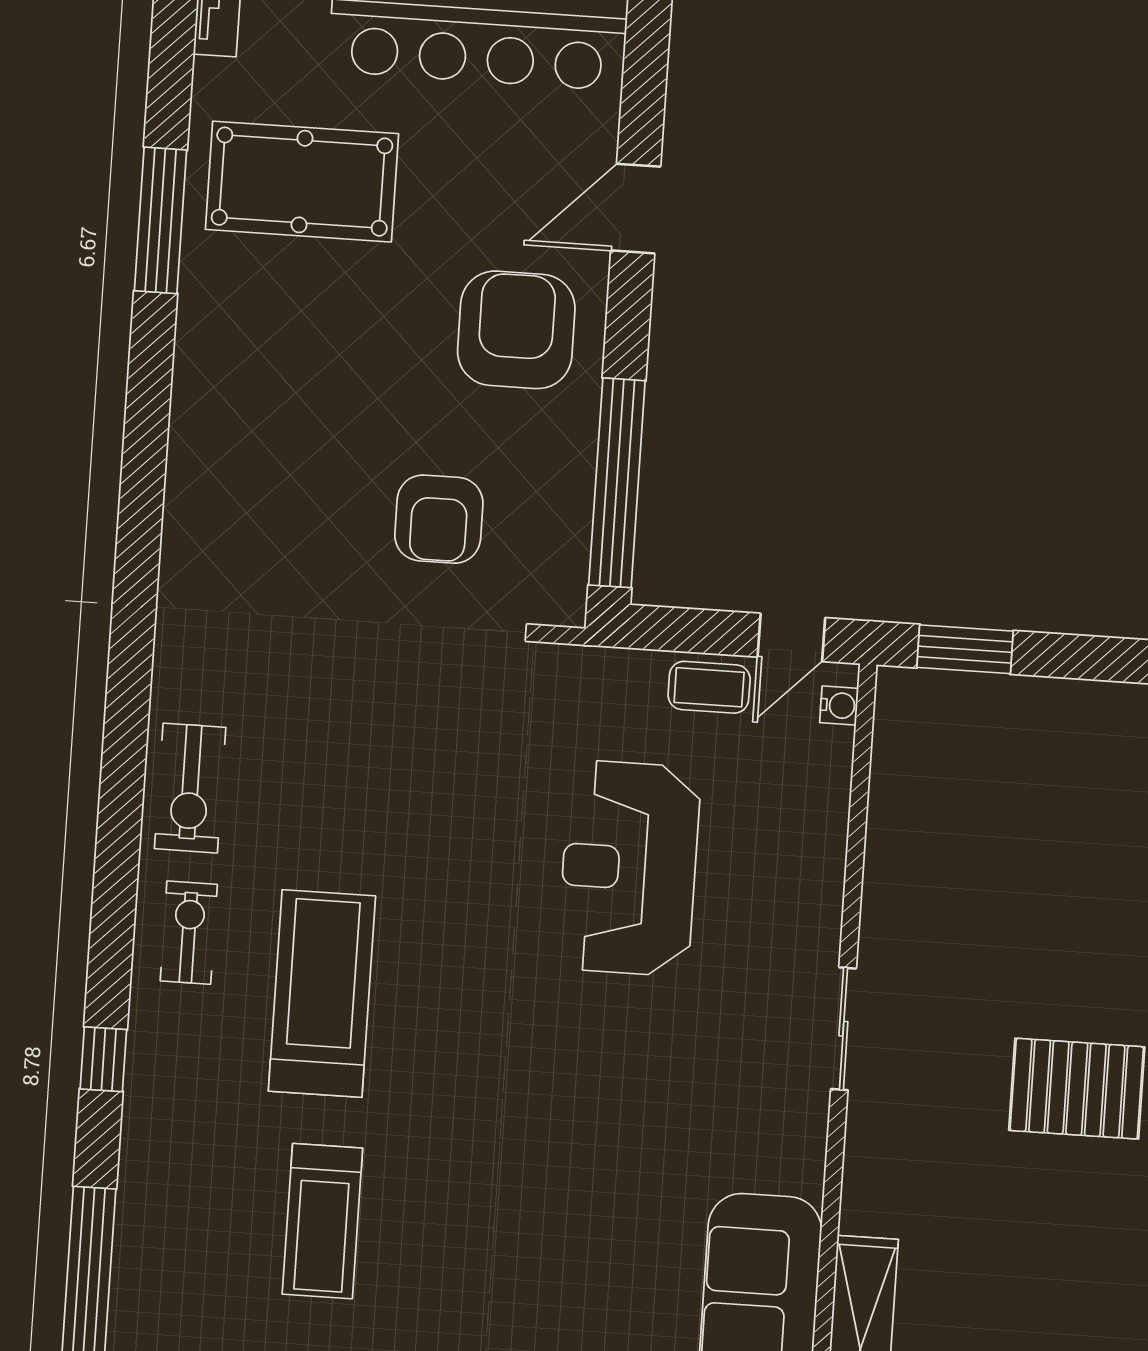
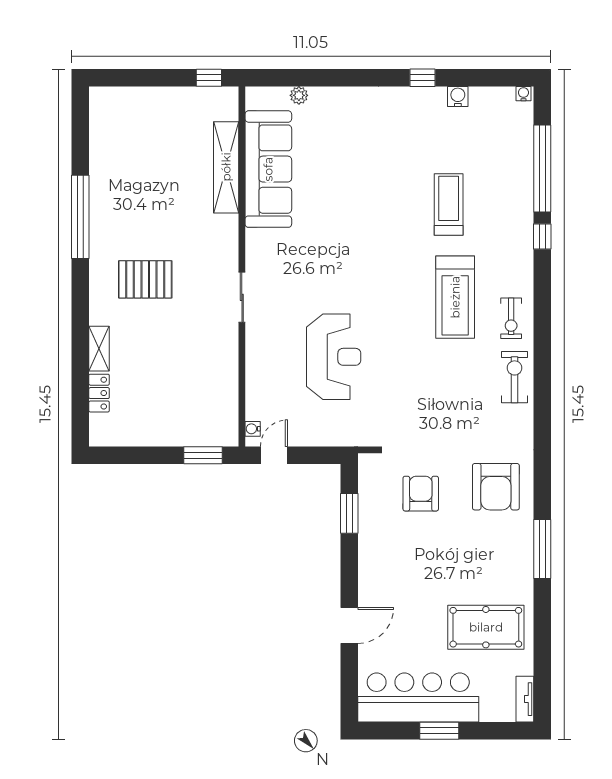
window: (161, 220) -> (542, 549), moved
armchair: (516, 330) -> (496, 487), moved
window: (617, 483) -> (349, 513), width x0.47
coffee table: (709, 687) -> (306, 433), removed
window: (103, 1059) -> (542, 236), moved

